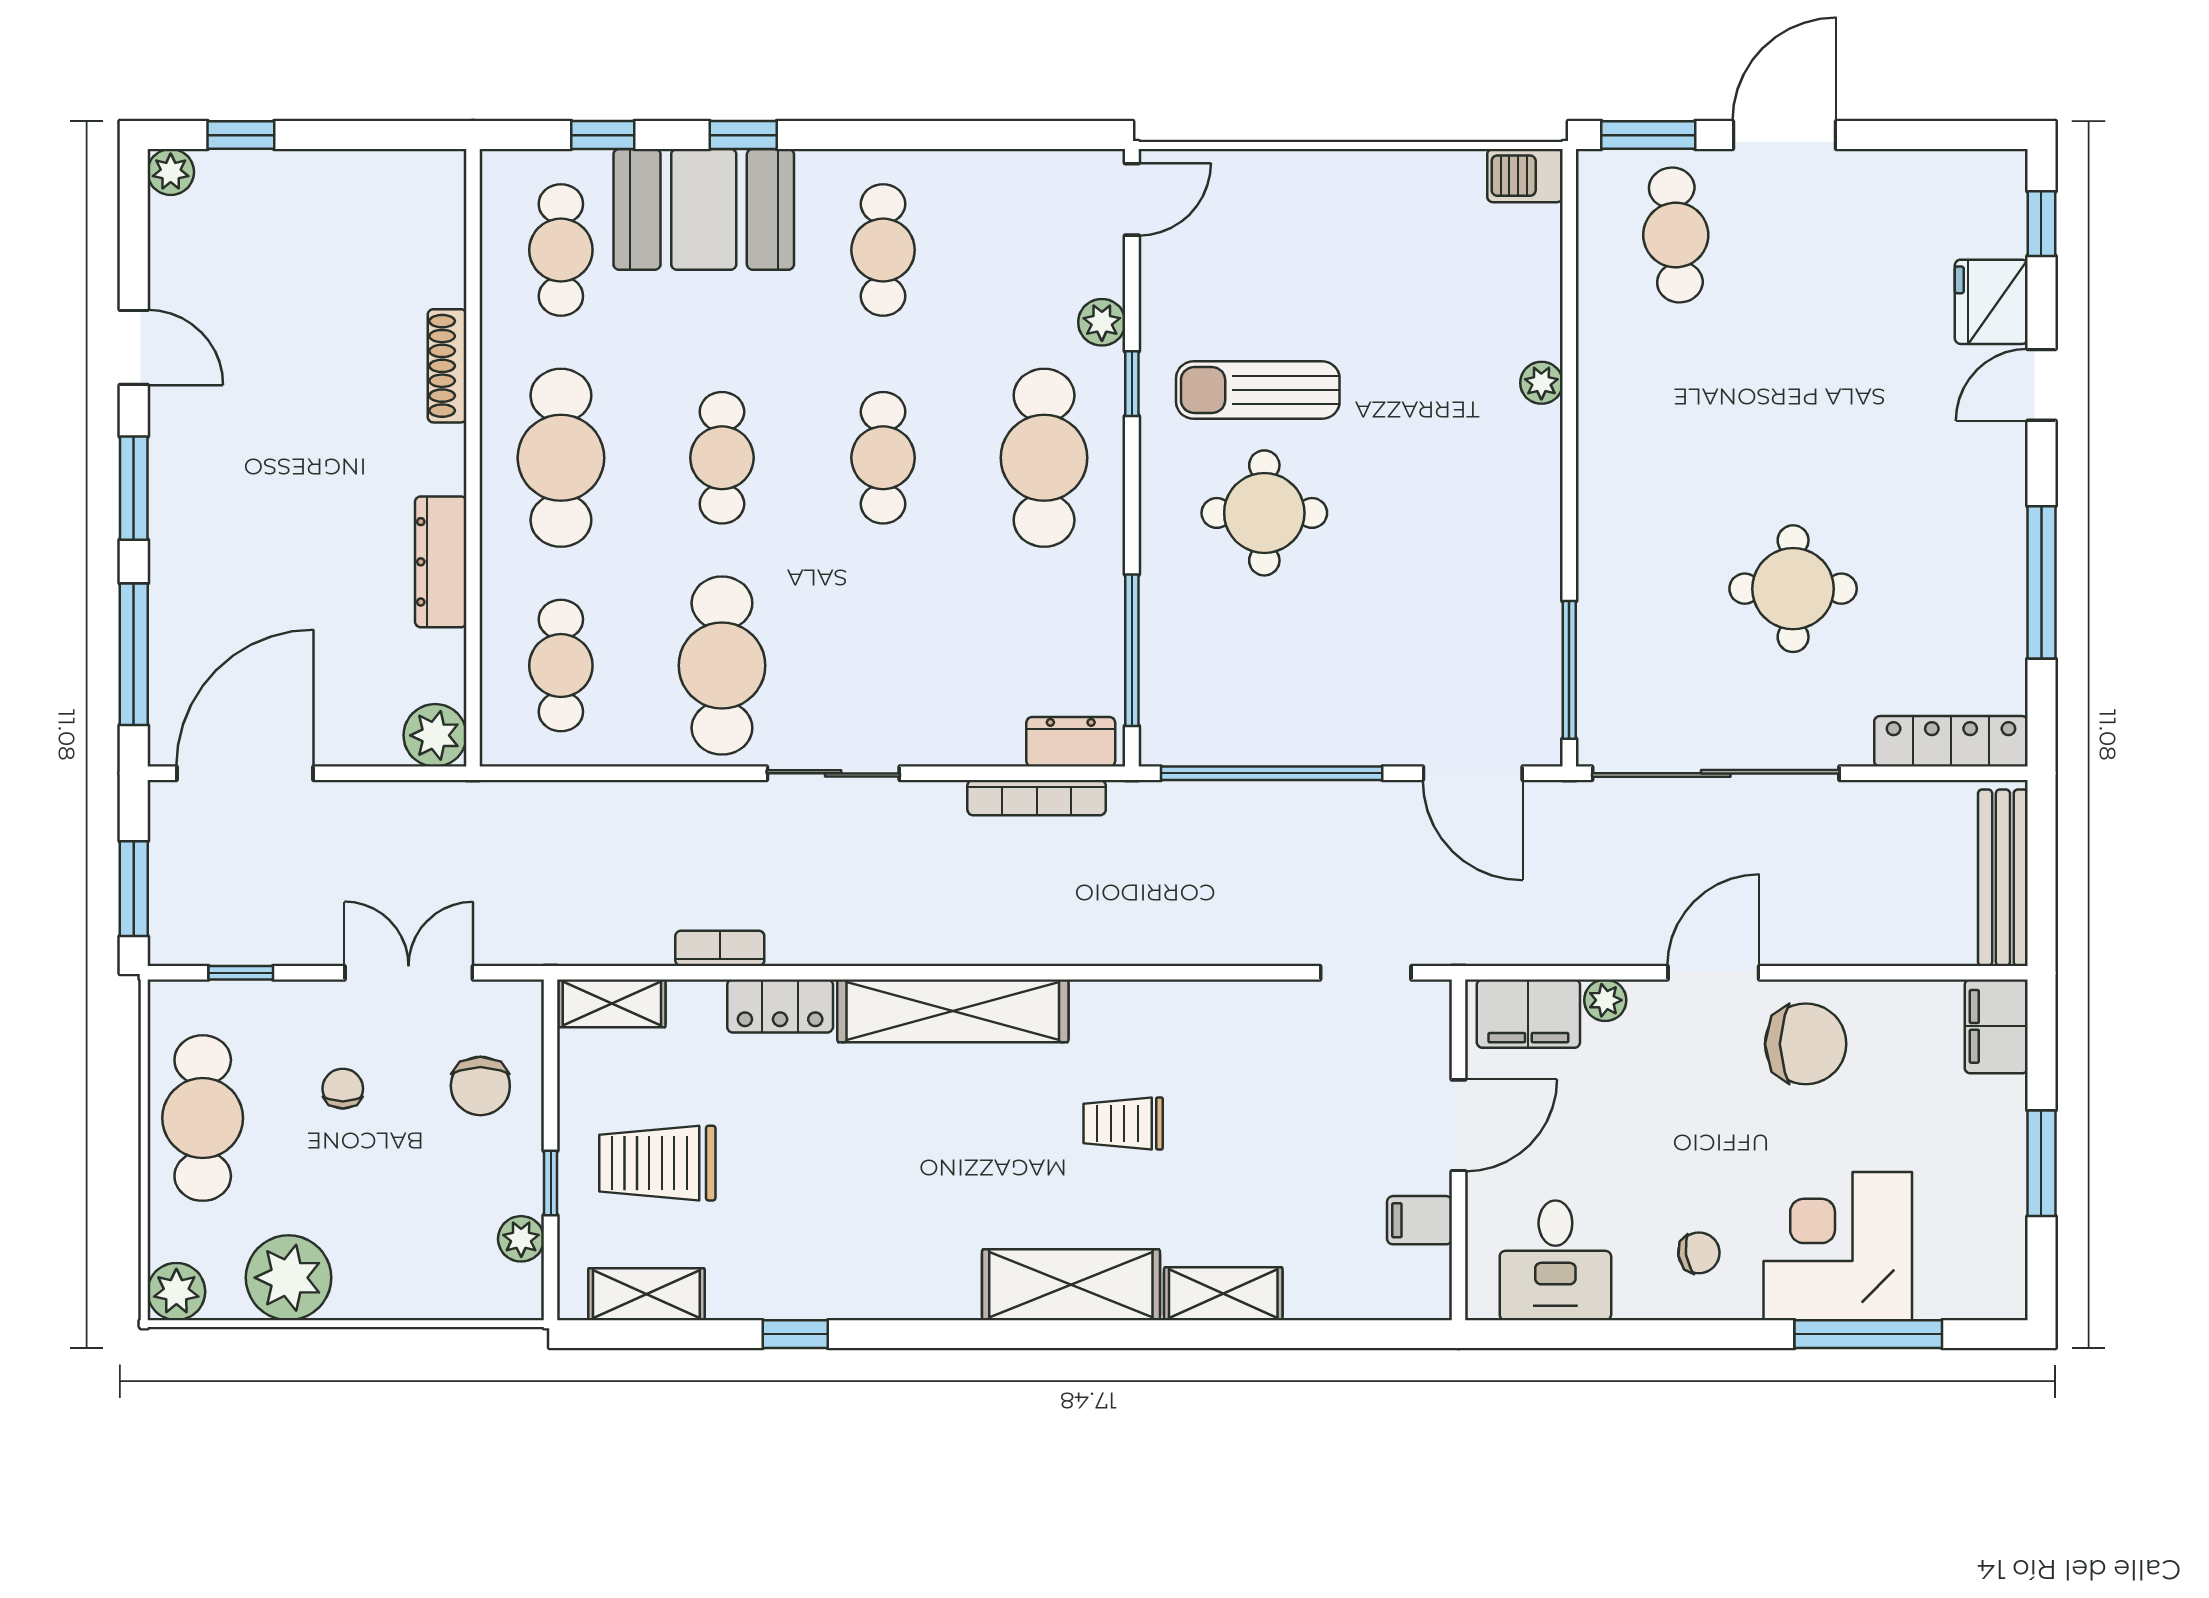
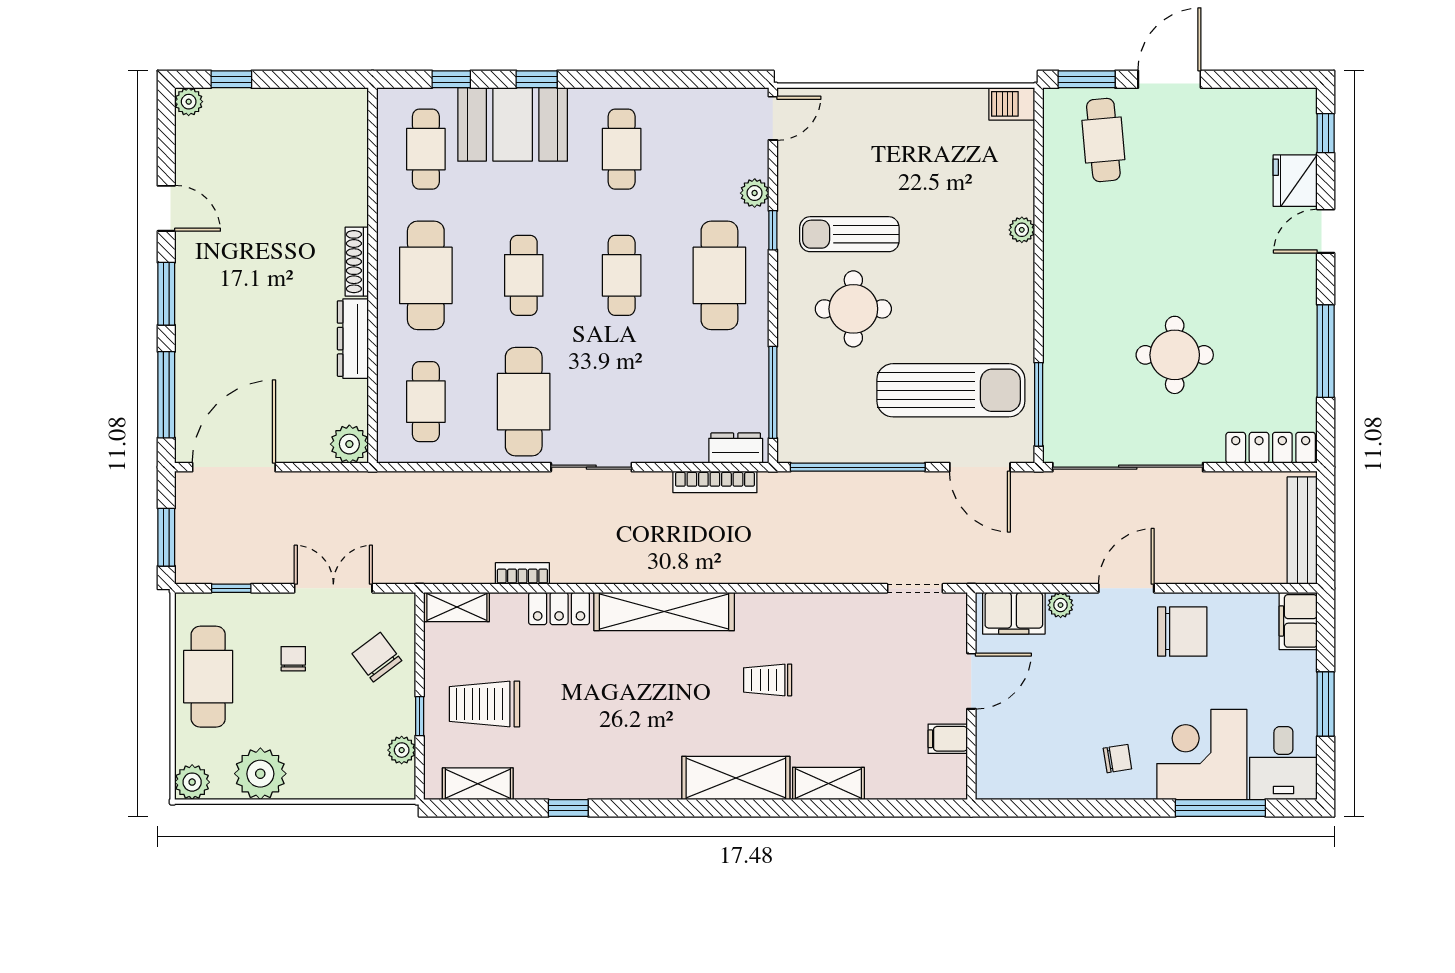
shoe rack: (447, 366) -> (357, 262), moved
sun lounger: (1425, 647) -> (951, 390), added
chair: (480, 1086) -> (377, 657), turned 143
desk: (1555, 1260) -> (1283, 763), moved

